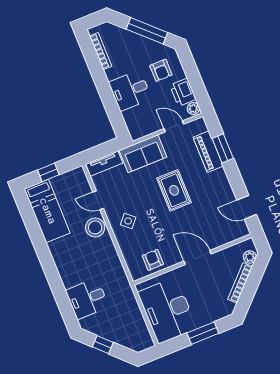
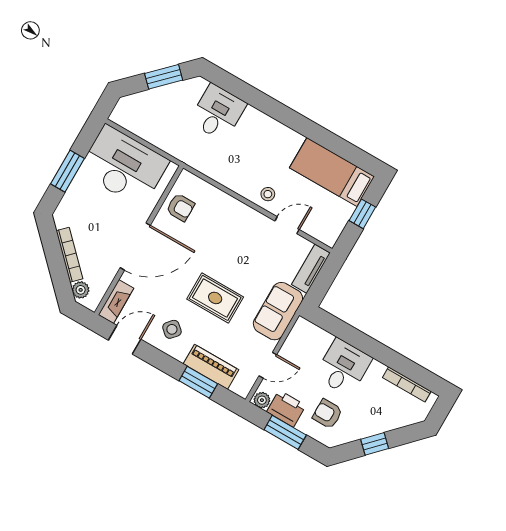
window: (147, 31) -> (375, 444), width x0.46
window: (194, 79) -> (285, 432), added
side table: (128, 221) -> (172, 329), moved
stool: (95, 227) -> (268, 194), width x0.53, depth x0.53
fireplace: (234, 234) -> (116, 301), added
door: (198, 257) -> (135, 246), width x1.36
window: (103, 345) -> (164, 77), width x1.50

